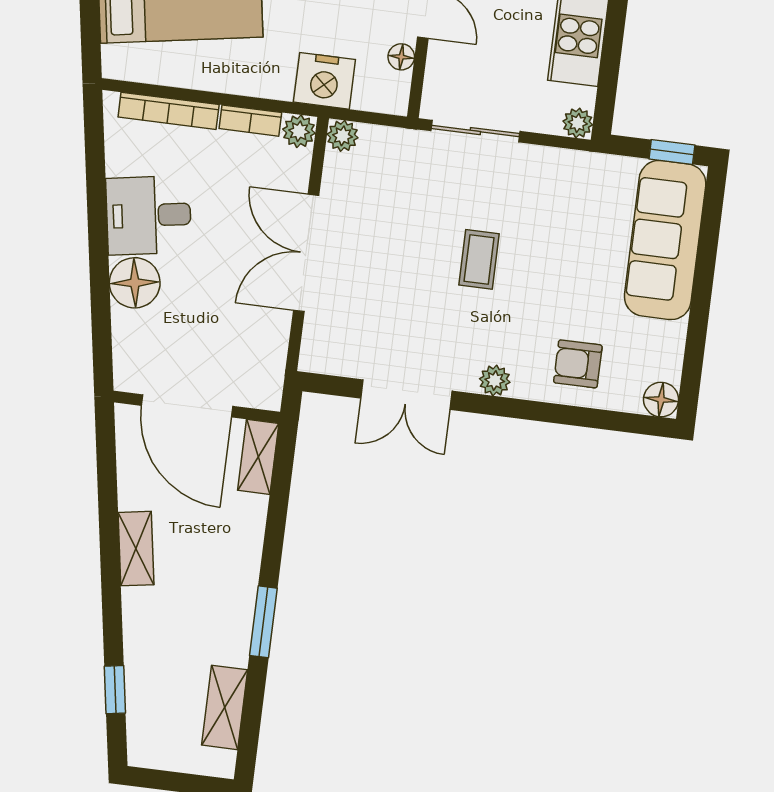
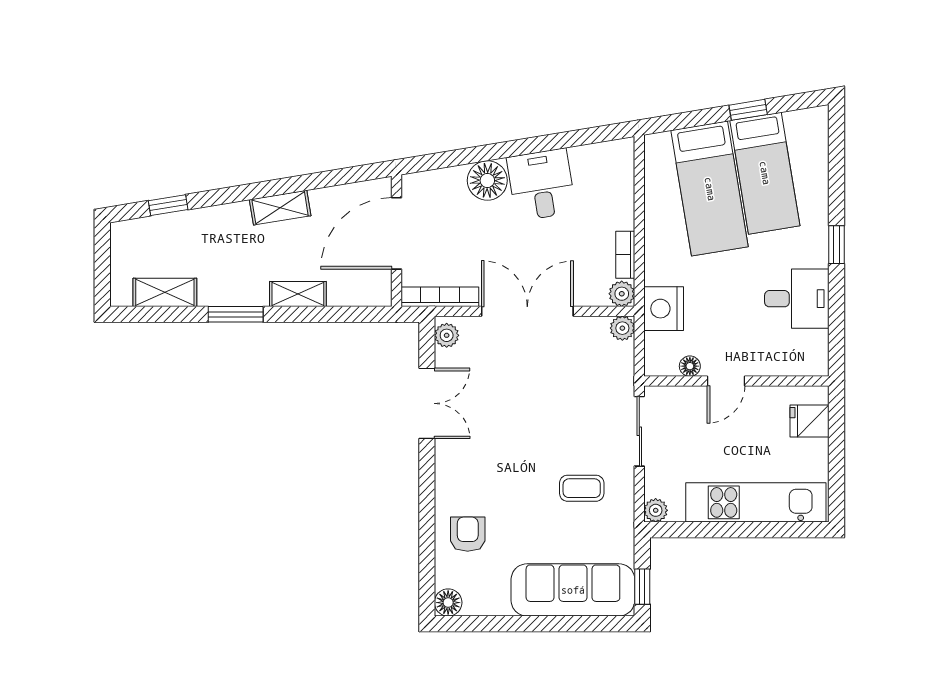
bookcase: (169, 111) -> (440, 297), moved, turned 90
coffee table: (479, 259) -> (582, 488), moved
plant: (495, 380) -> (447, 335), moved
double door: (406, 395) -> (427, 403), swing flipped
shelving: (258, 457) -> (298, 294), moved

